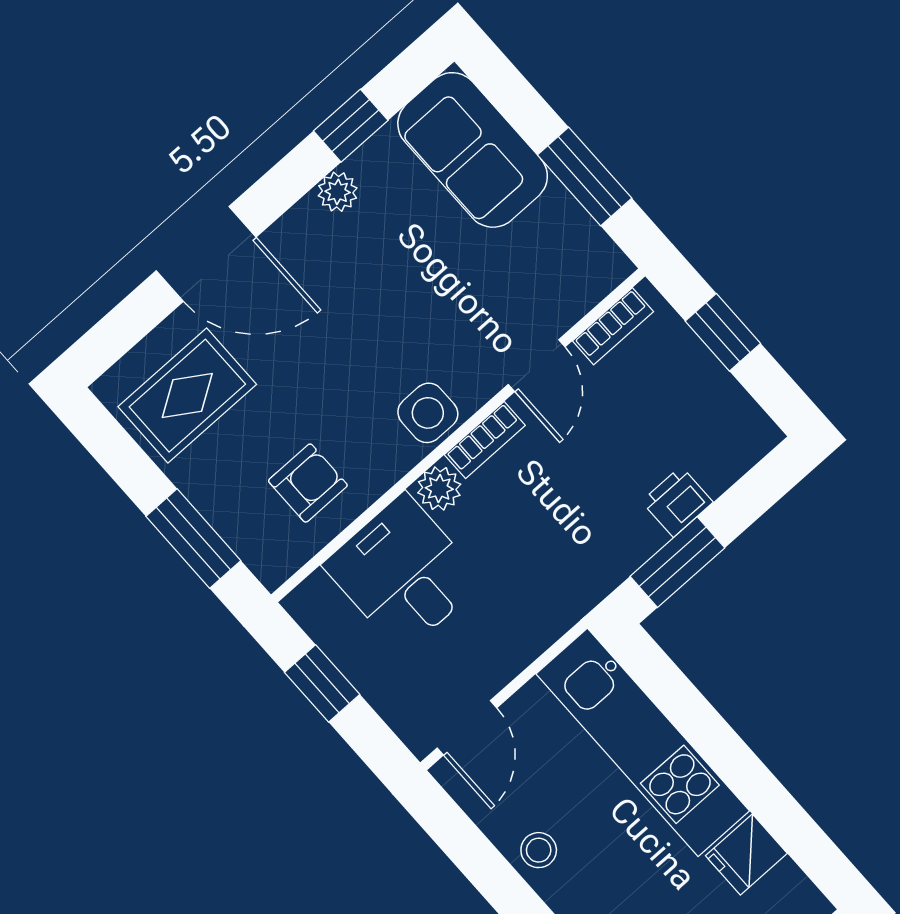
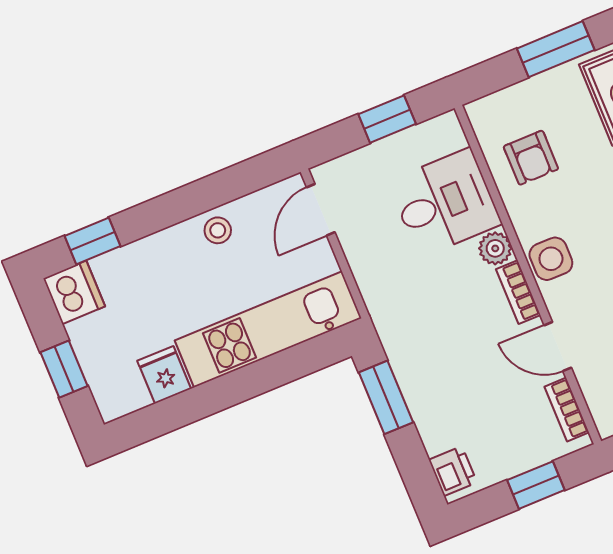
printer: (677, 502) -> (453, 471), moved
window: (193, 538) -> (556, 49), moved
door: (467, 728) -> (321, 210), hinge flipped

